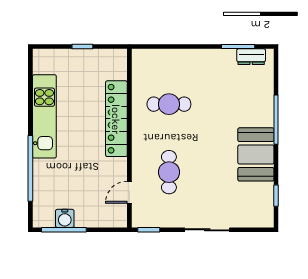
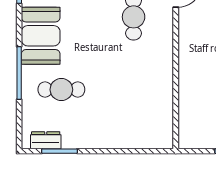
cafe table: (169, 104) -> (61, 90), moved
locker: (116, 119) -> (190, 74), removed

